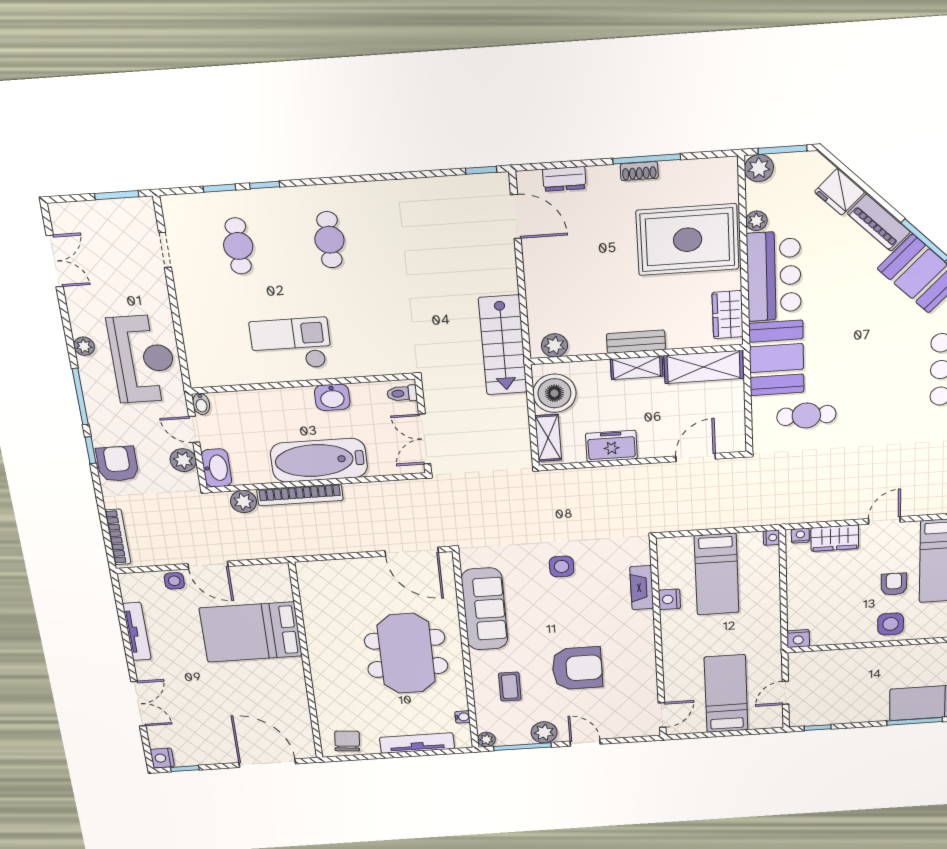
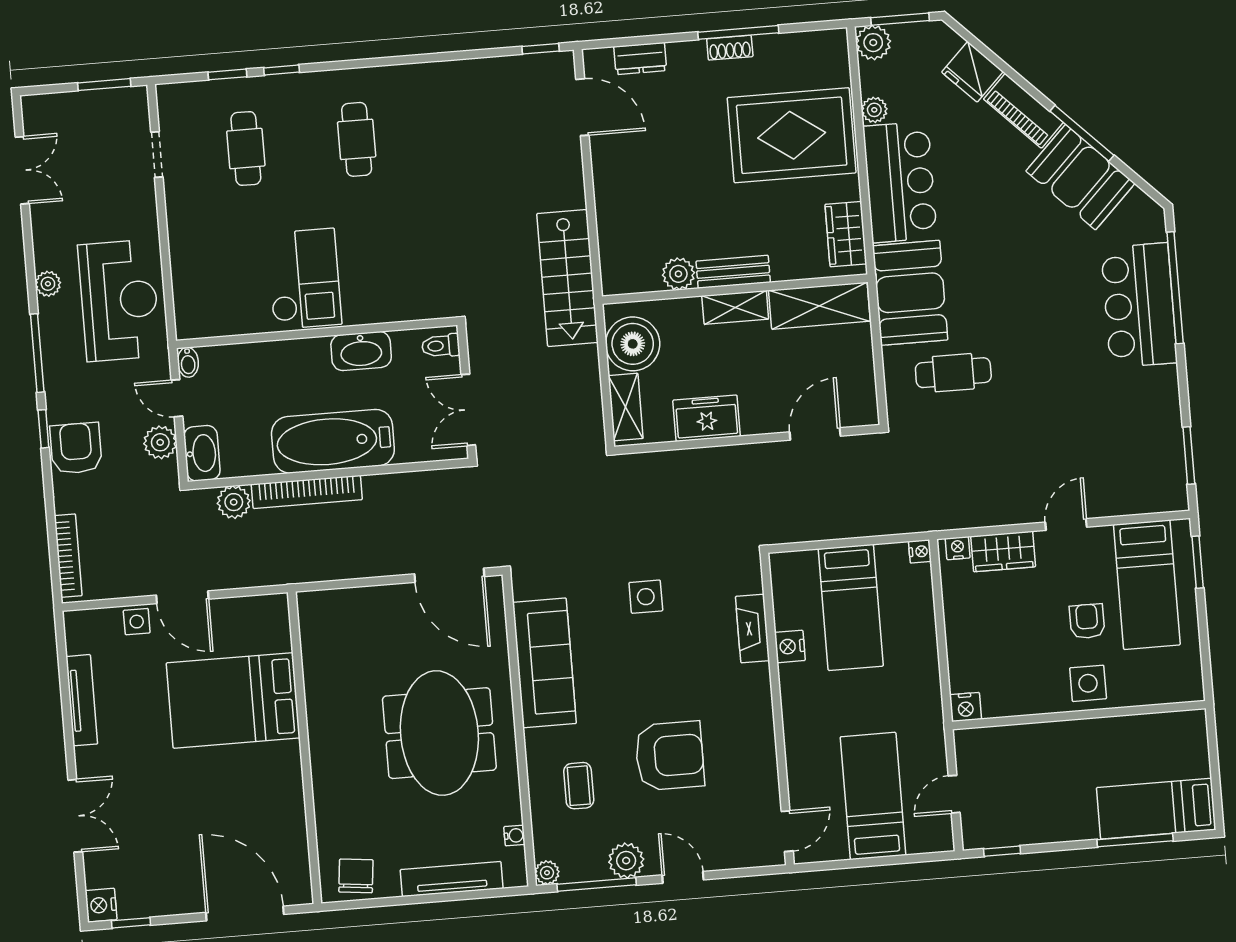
checkout: (291, 344) -> (304, 279), turned 90
plant: (554, 345) -> (678, 274), moved
washbasin: (332, 397) -> (361, 351), width x1.38

